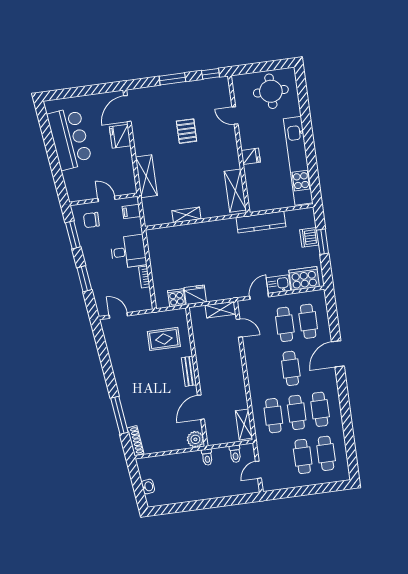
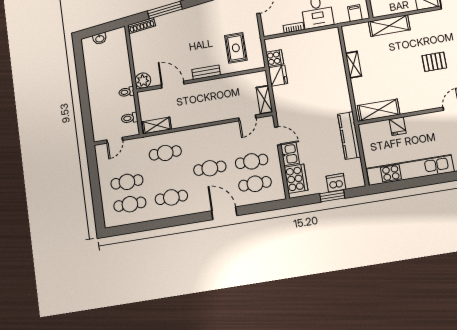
fridge: (251, 156) -> (398, 126), moved
cafe table: (297, 412) -> (168, 175), removed
door: (258, 470) -> (115, 140), swing flipped

